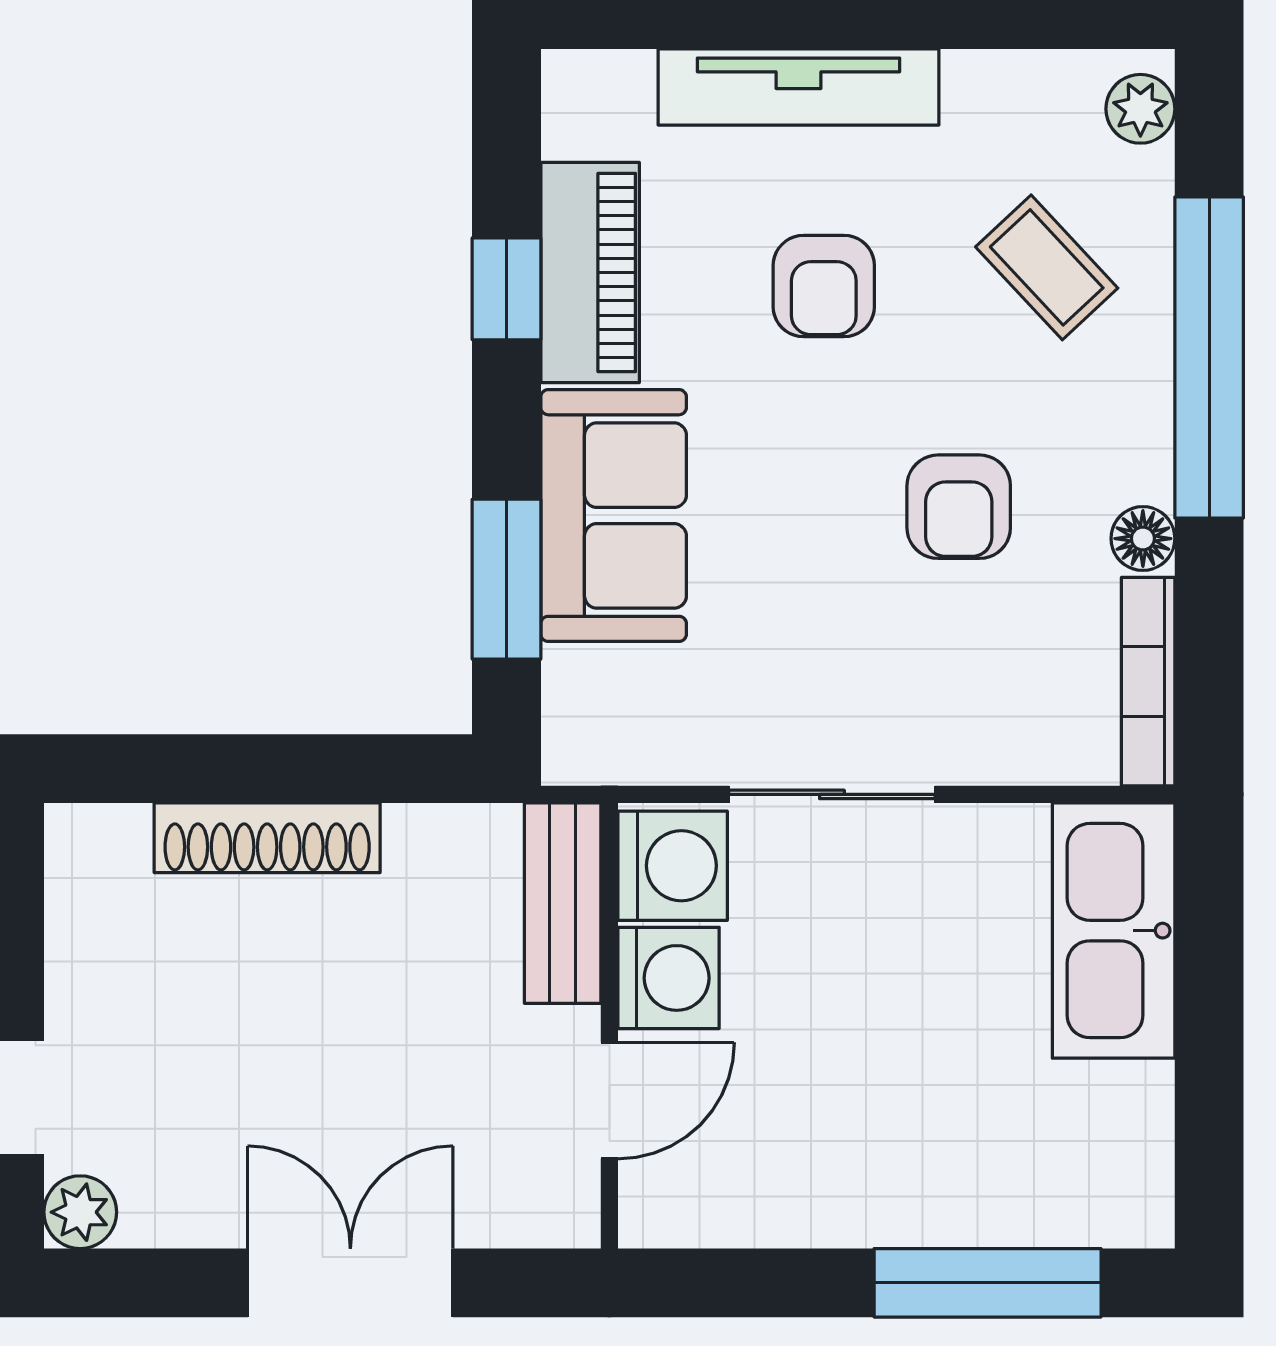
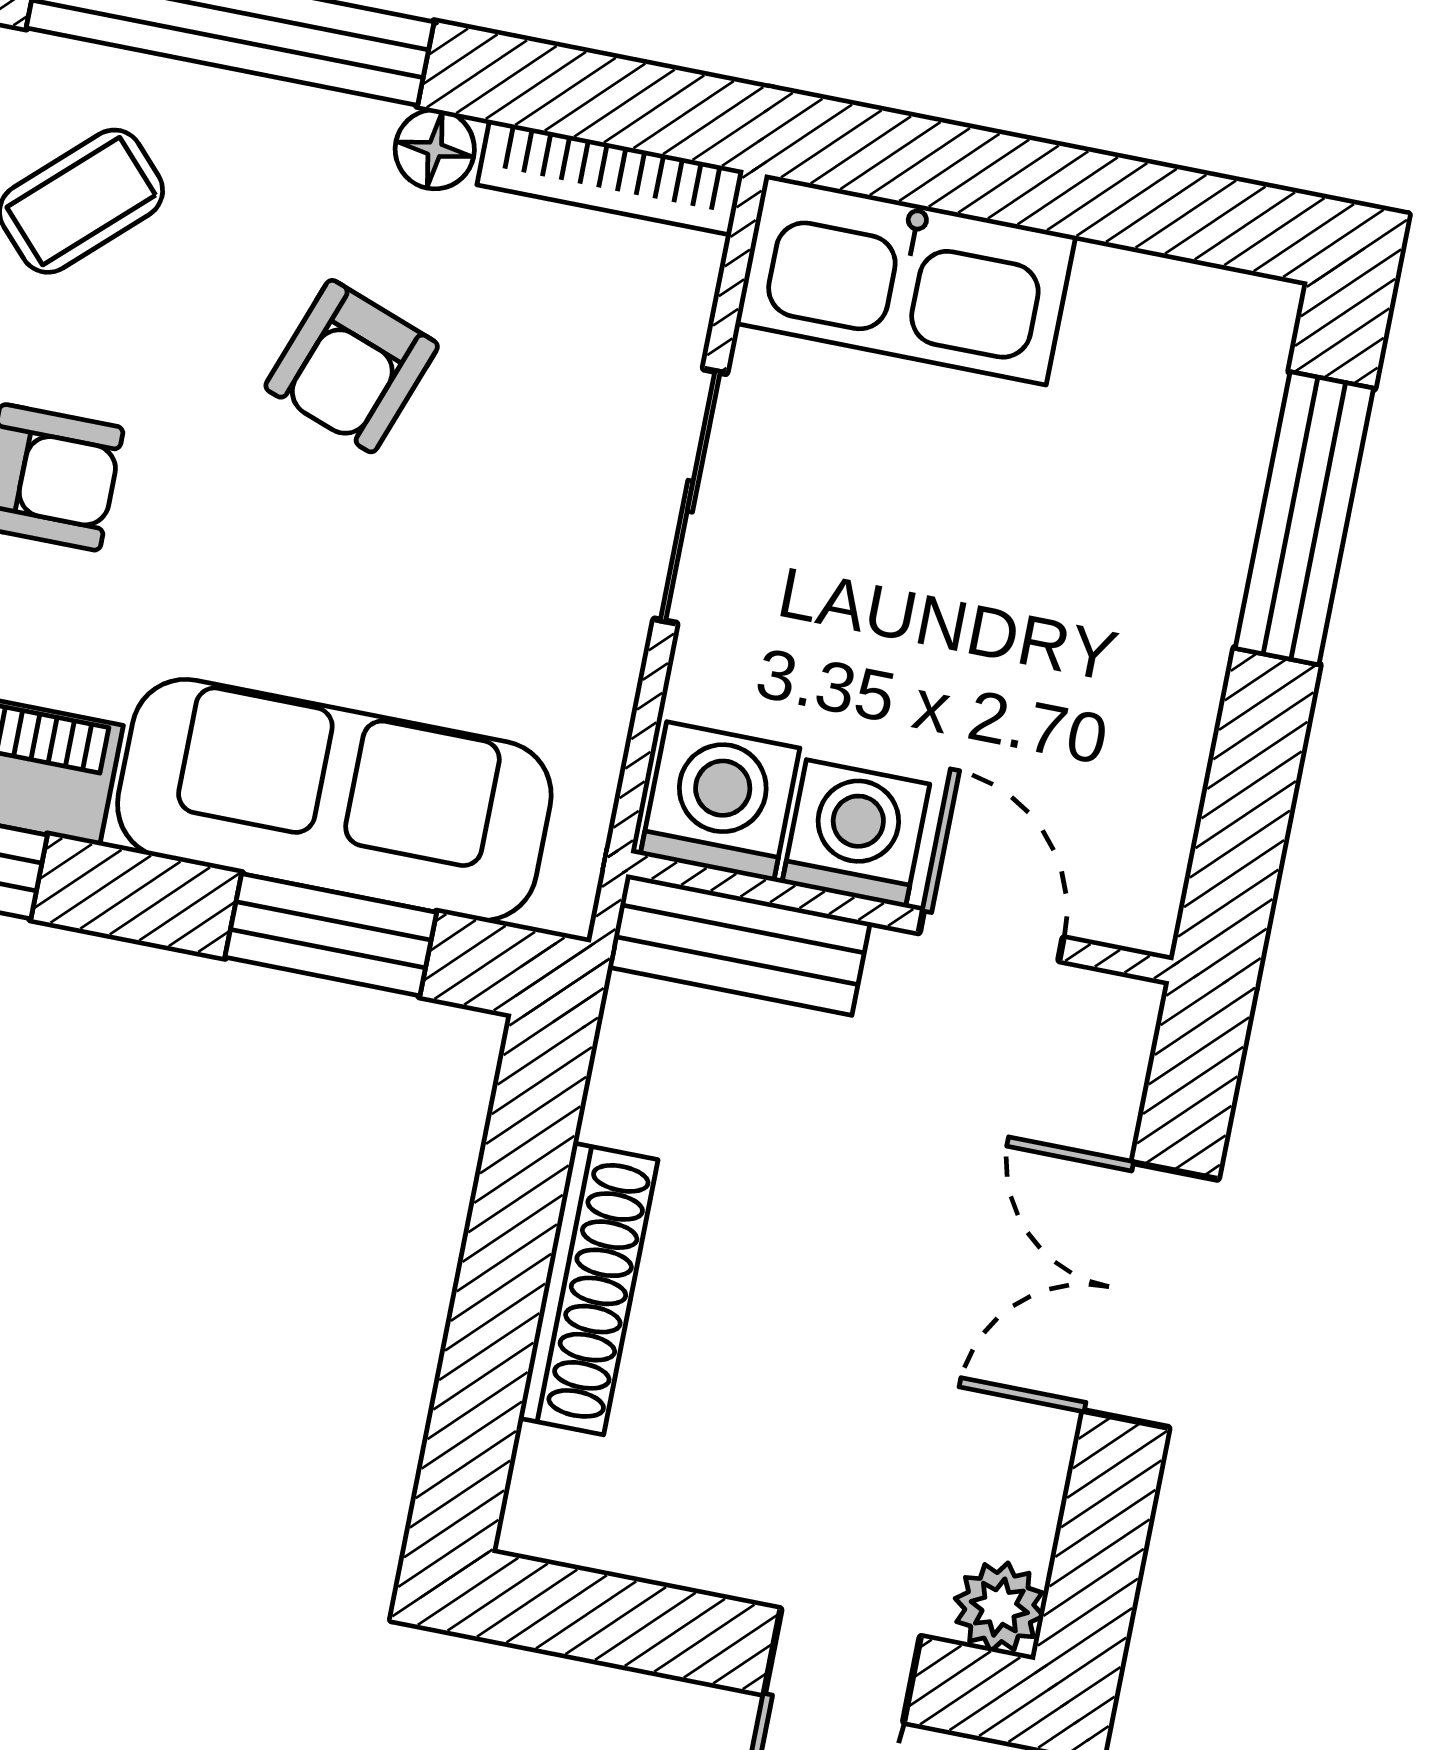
armchair: (959, 507) -> (352, 366), turned 110
sofa: (614, 516) -> (334, 800), width x1.36
sliding door: (832, 794) -> (690, 496), moved

